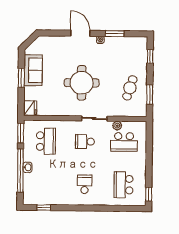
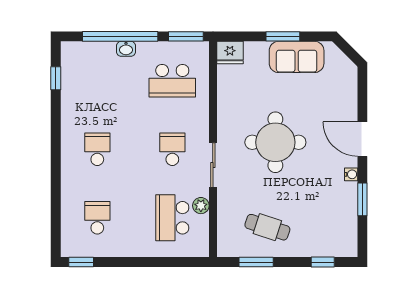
door: (80, 33) -> (362, 139), swing flipped
school desk: (84, 184) -> (97, 149), turned -90
school desk: (124, 185) -> (97, 218), width x0.54

